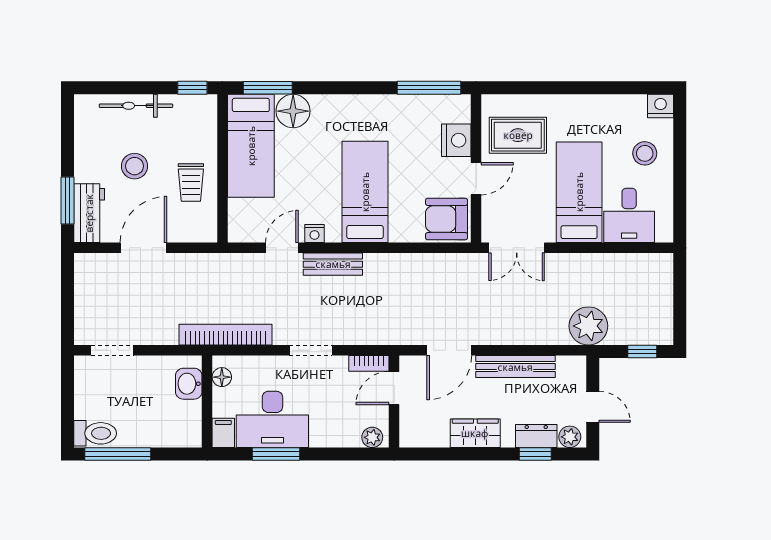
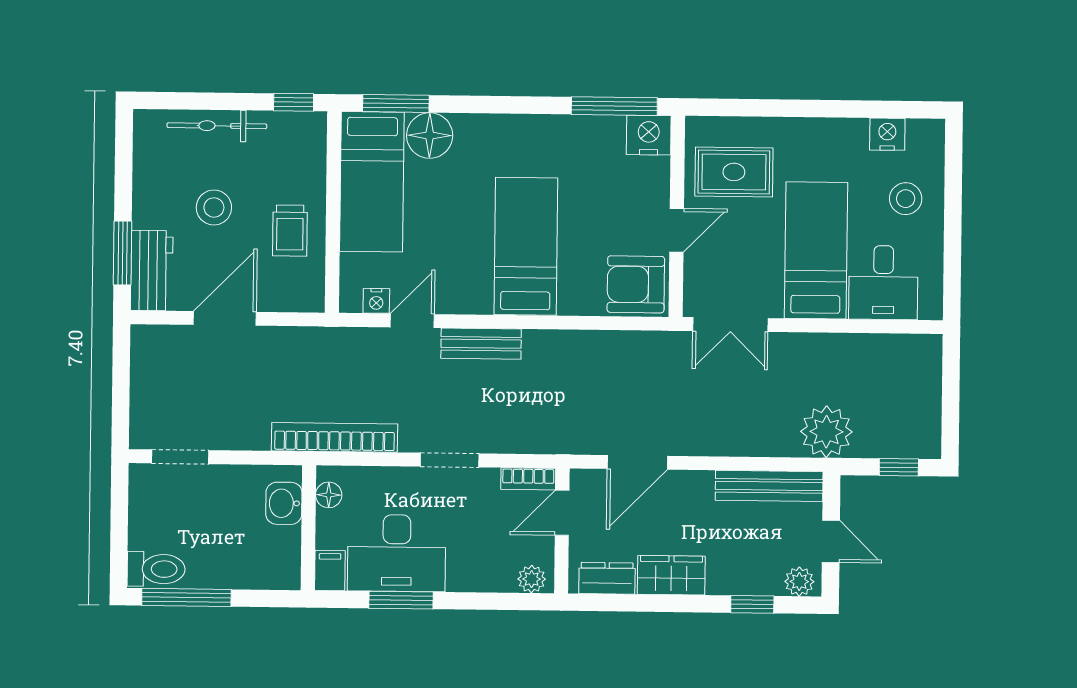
nightstand: (660, 106) -> (887, 134), moved
nightstand: (456, 140) -> (649, 135), moved, turned -90
nightstand: (315, 234) -> (376, 301), moved
bench: (515, 367) -> (769, 486), moved
dresser: (536, 436) -> (607, 578), moved

